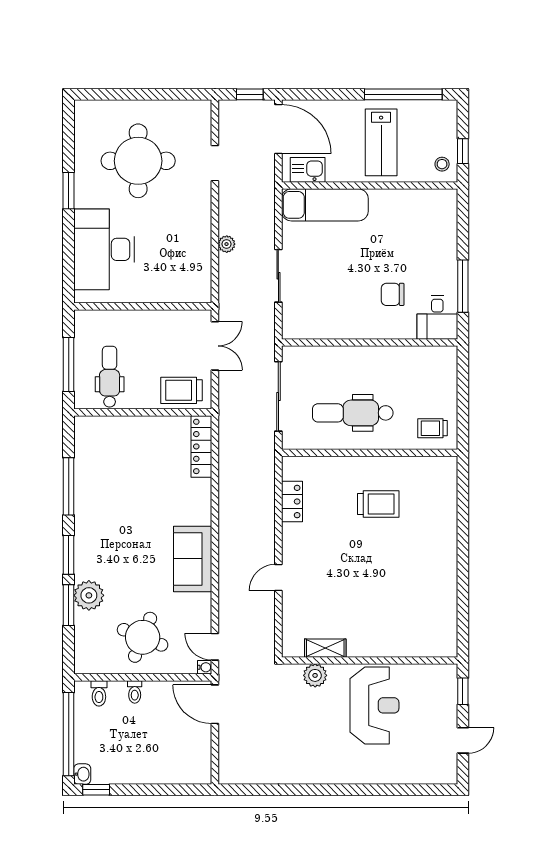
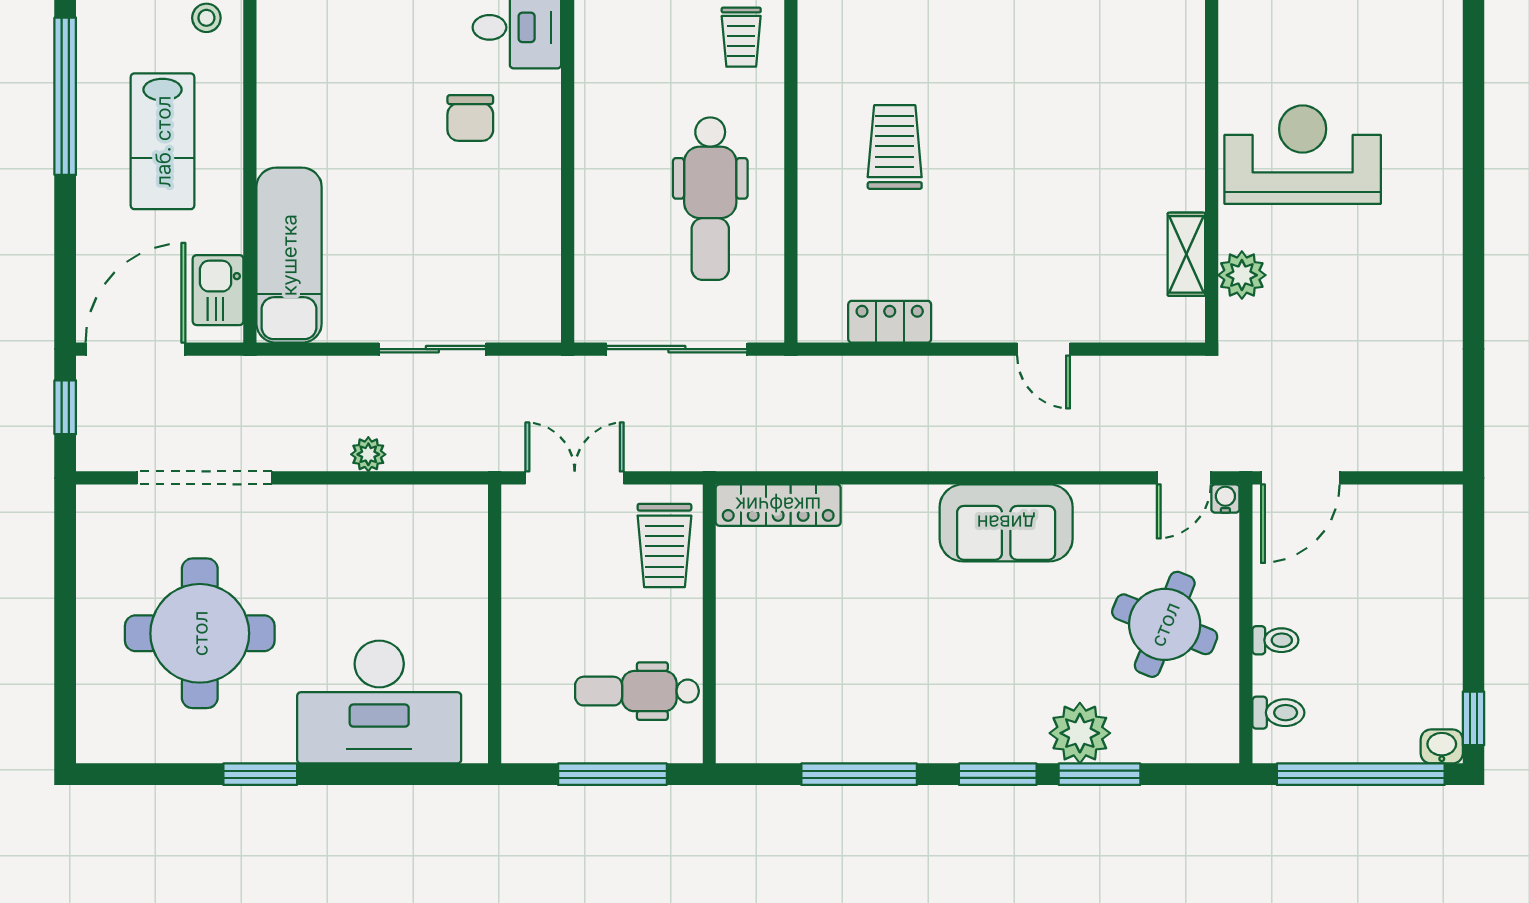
lab bench: (381, 142) -> (163, 141), turned 90
doorway: (215, 163) -> (205, 478), width x1.87

